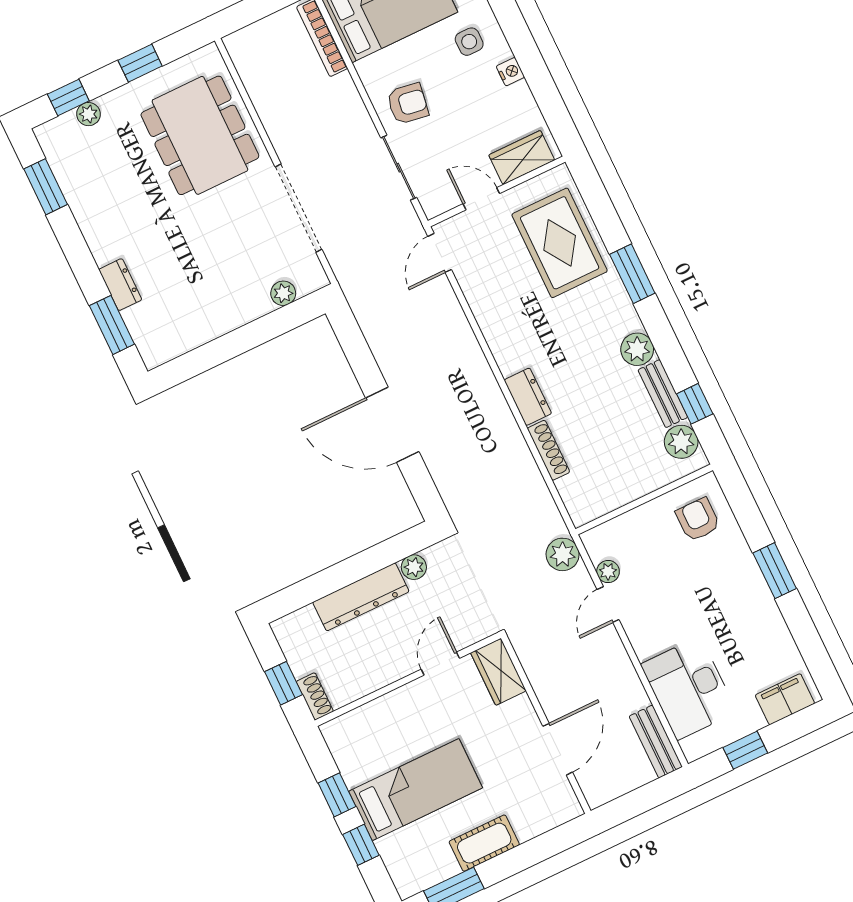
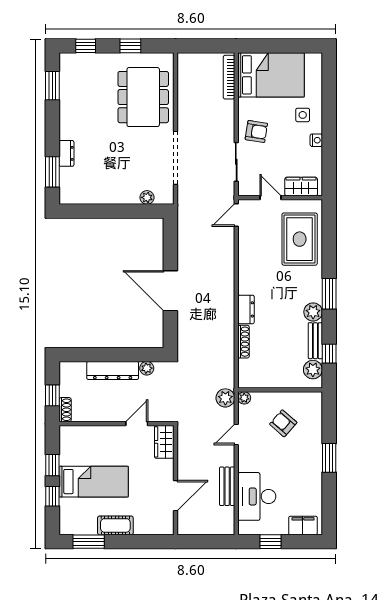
plant: (88, 114) -> (92, 59), removed
window: (632, 274) -> (329, 294), moved
armchair: (698, 519) -> (283, 423), moved, turned -49
plant: (608, 572) -> (244, 398), moved
bench: (656, 741) -> (227, 486), moved

